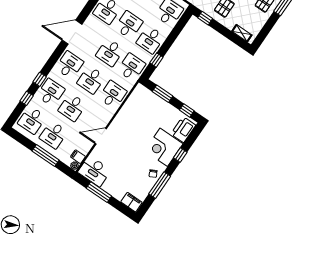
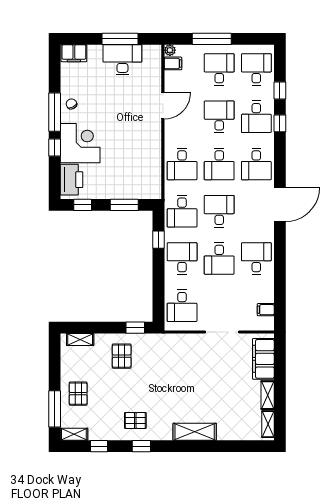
desk: (91, 80) -> (219, 164), turned 180
desk: (94, 171) -> (122, 60), moved
window: (160, 185) -> (55, 112), moved

